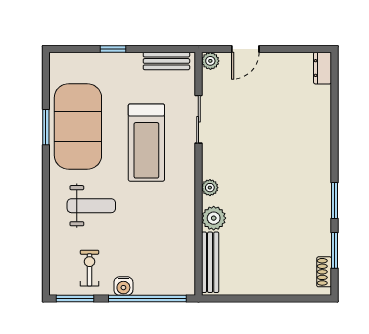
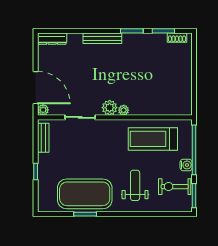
door: (245, 49) -> (36, 88), width x1.87
dresser: (323, 68) -> (52, 39), width x1.44
treadmill: (146, 143) -> (153, 139), moved, turned 180
plant: (214, 218) -> (110, 108), moved
bench: (210, 262) -> (102, 38), moved
exercise bike: (89, 268) -> (175, 187), width x1.38, depth x1.39

